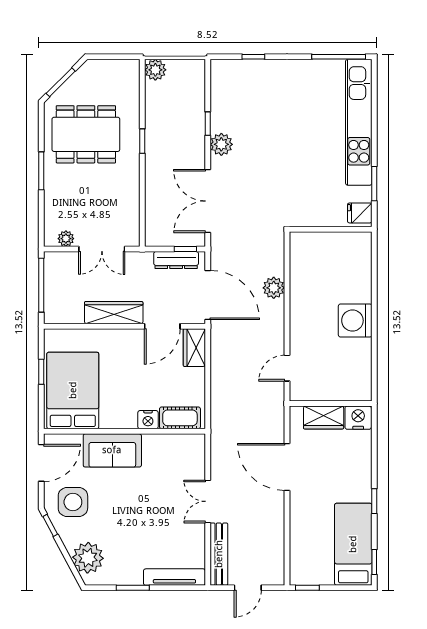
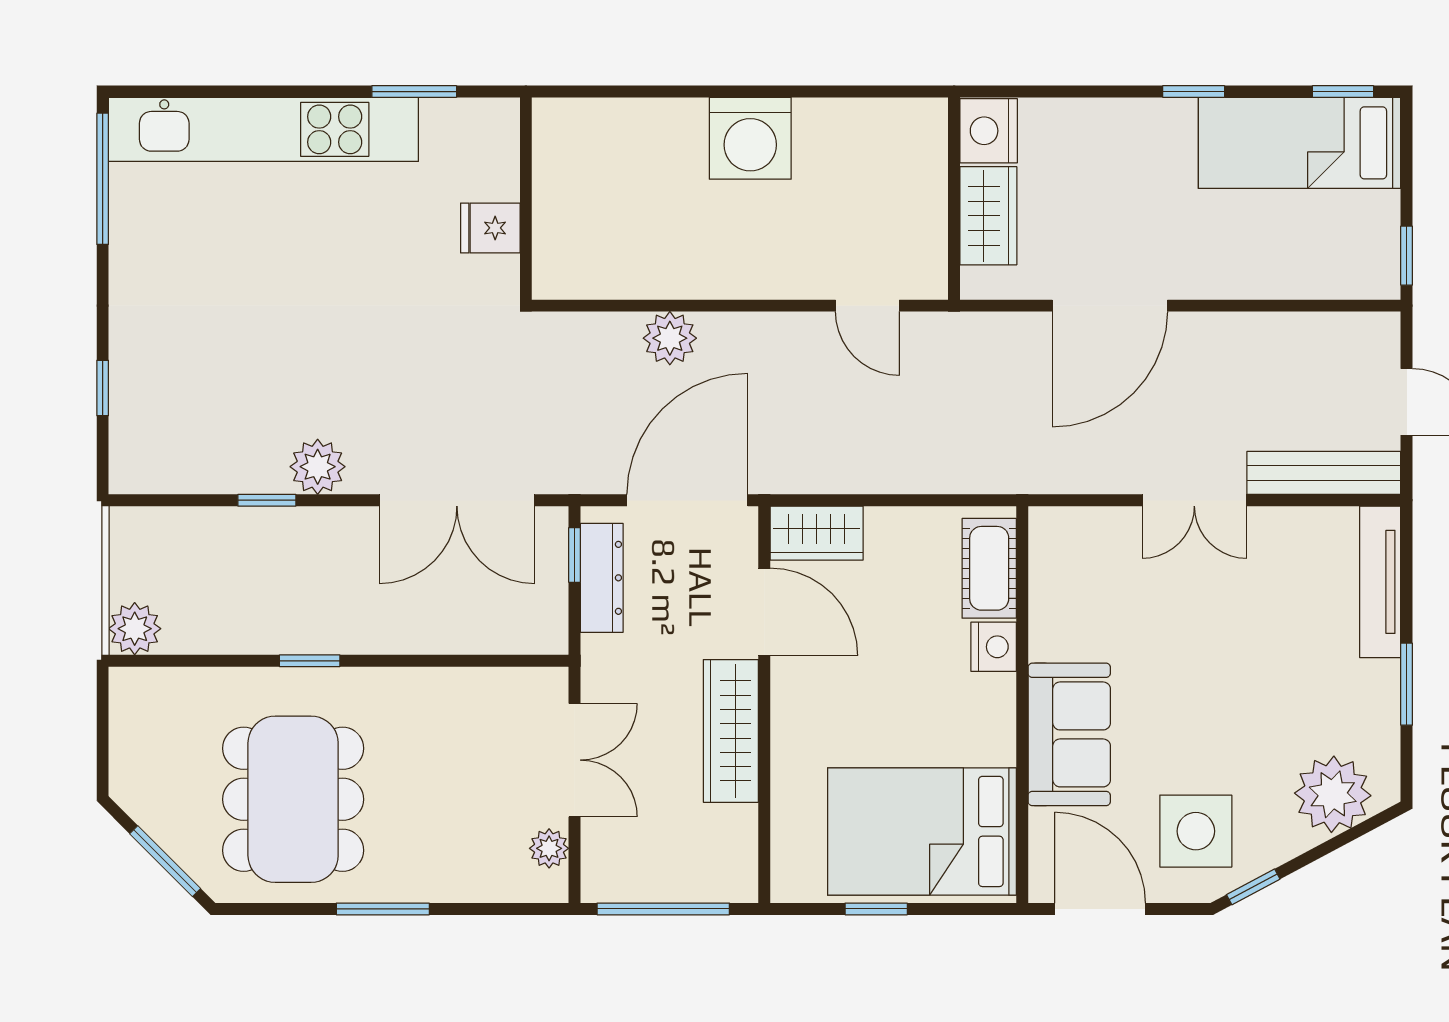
fridge: (360, 213) -> (490, 228), moved, turned 90

